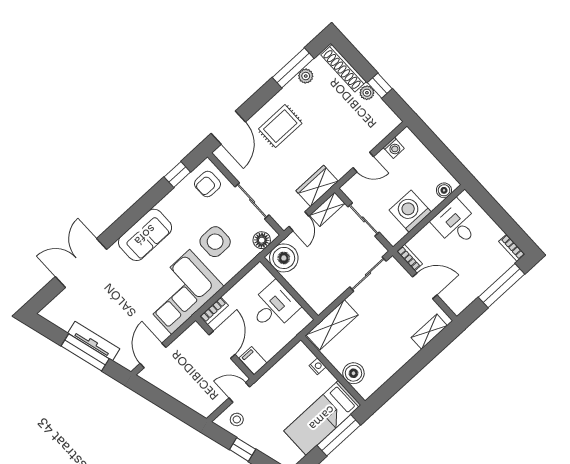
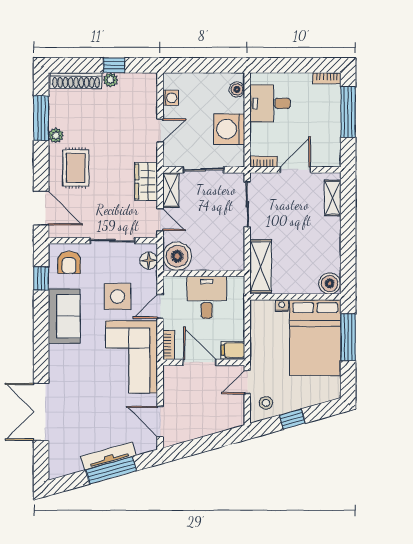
plant: (306, 76) -> (56, 135), moved
sofa: (145, 235) -> (64, 316), moved
door: (236, 279) -> (160, 306), added
boiler: (353, 373) -> (330, 283), moved
bed: (322, 418) -> (315, 338), width x1.50

